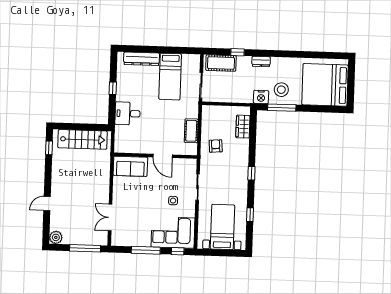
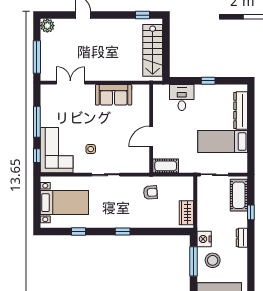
wardrobe: (243, 127) -> (186, 213), moved, turned -90
wall: (155, 156) -> (151, 129), moved
door: (163, 156) -> (151, 136), moved
sofa: (130, 166) -> (114, 95), moved, turned -90

